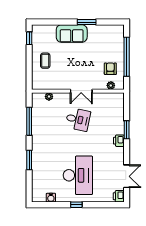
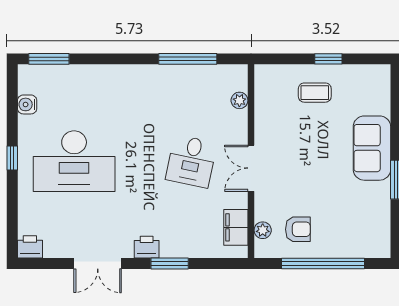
window: (29, 38) -> (328, 59), moved
filing cabinet: (109, 98) -> (236, 227), added
window: (29, 160) -> (49, 59), moved
double door: (127, 176) -> (98, 264), moved

